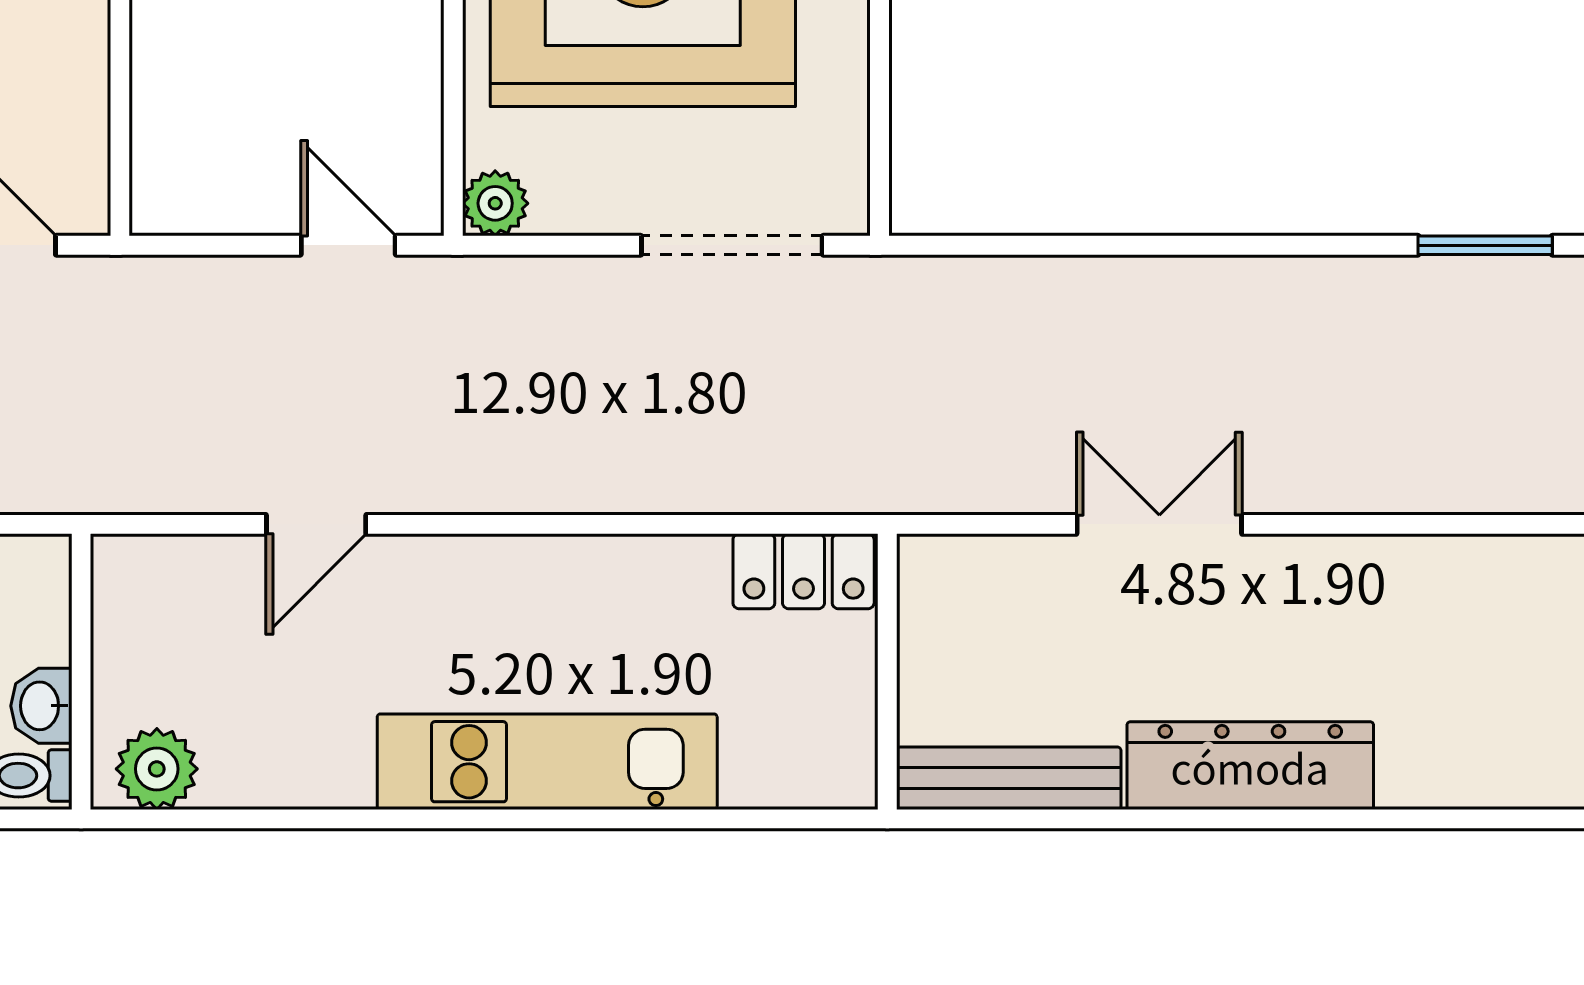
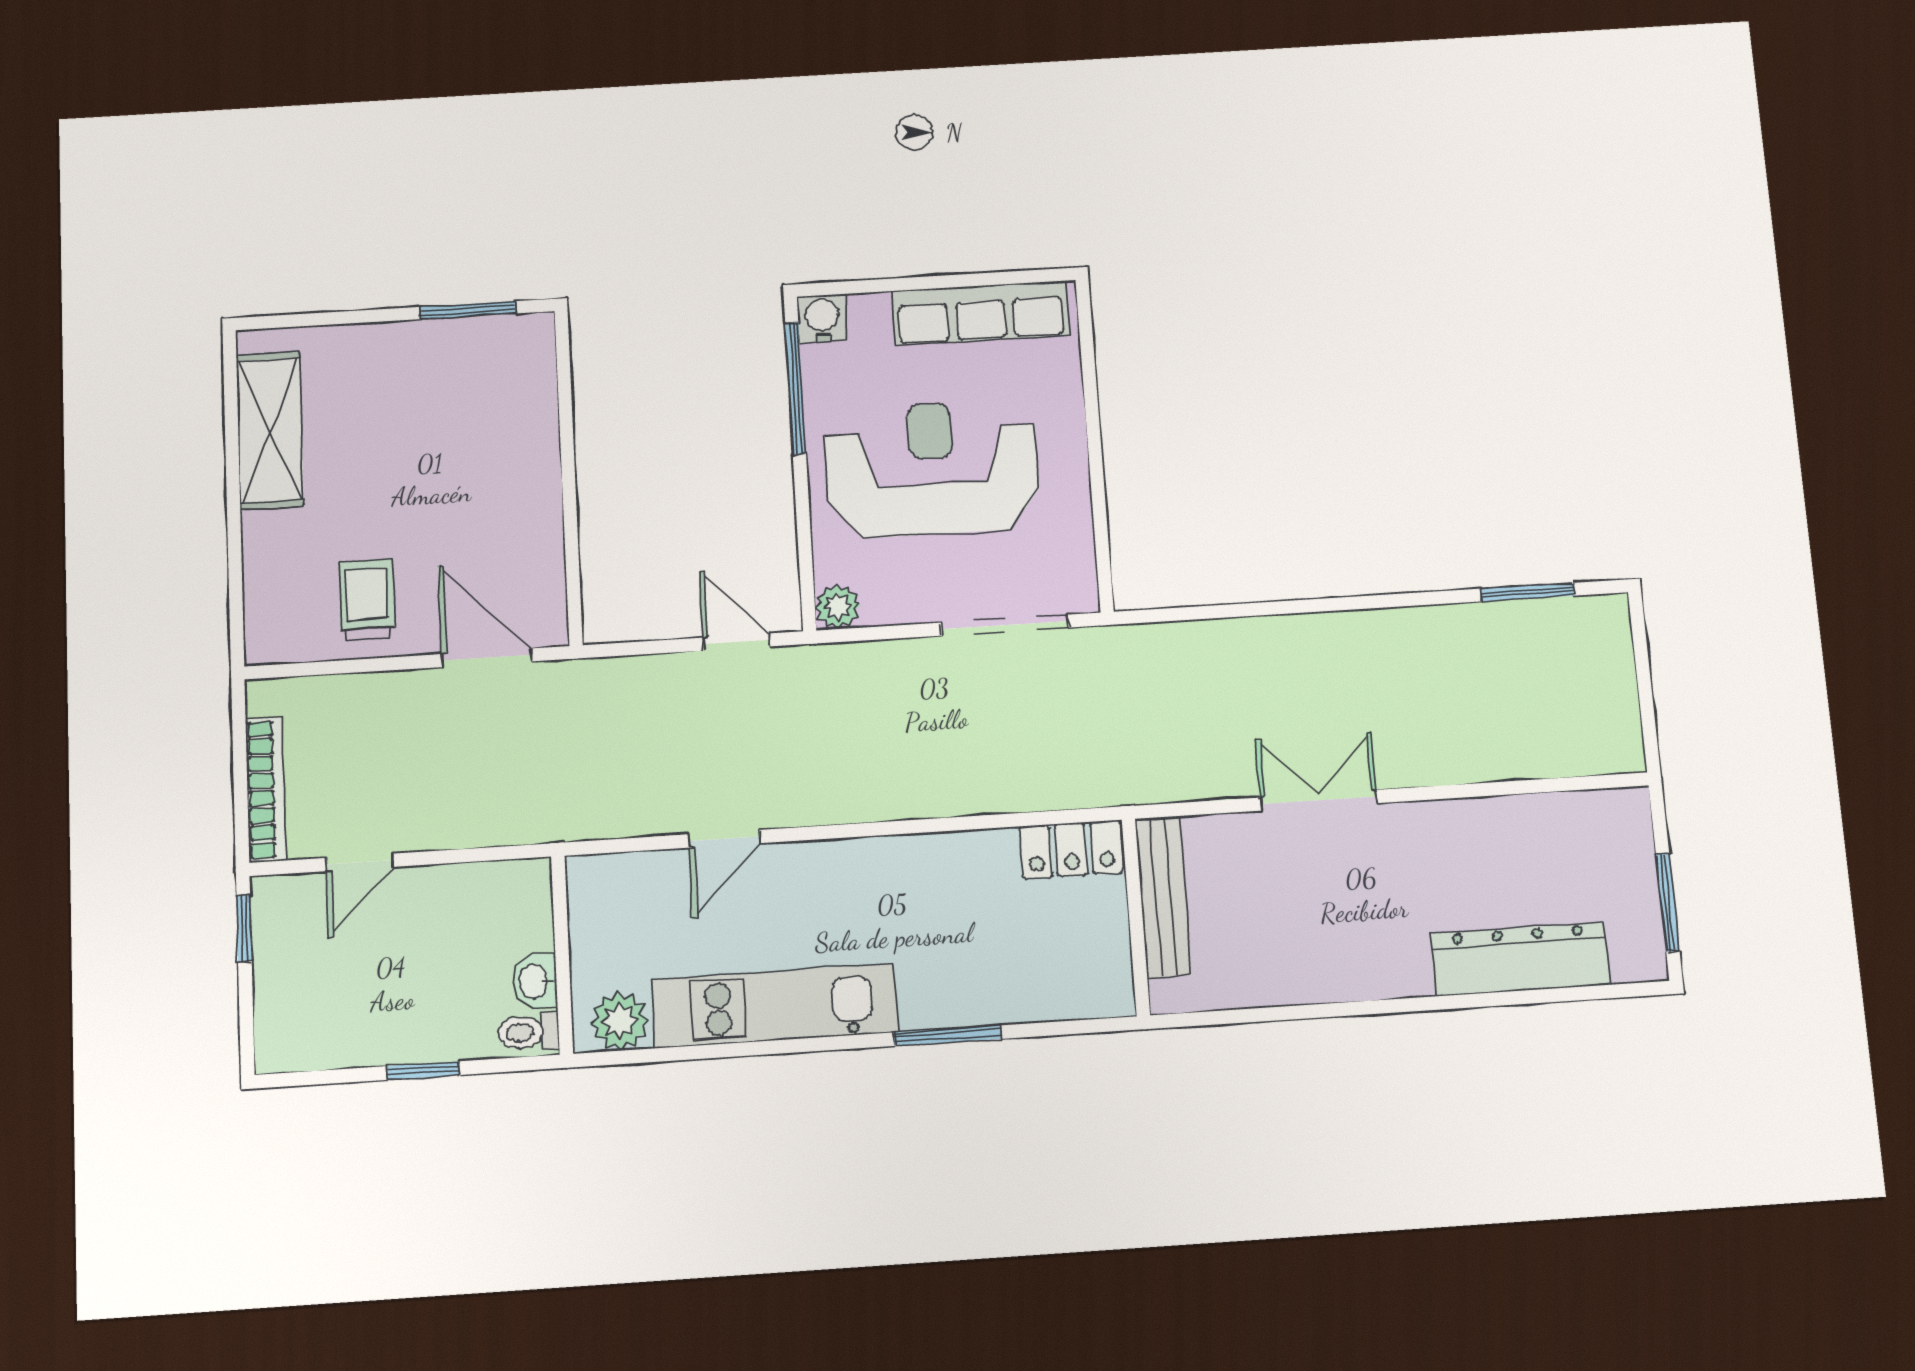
kitchen unit: (547, 762) -> (774, 1006), moved
dresser: (1250, 766) -> (1520, 959), moved
bench: (1009, 778) -> (1163, 897), moved, turned 90
window: (613, 819) -> (948, 1036), added

